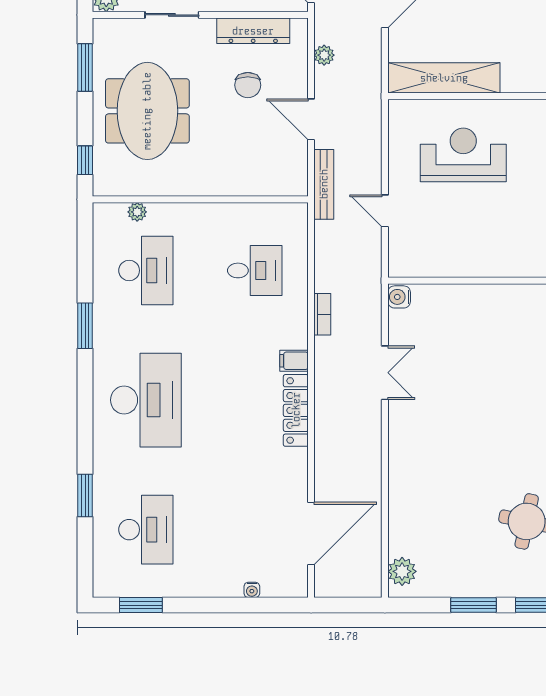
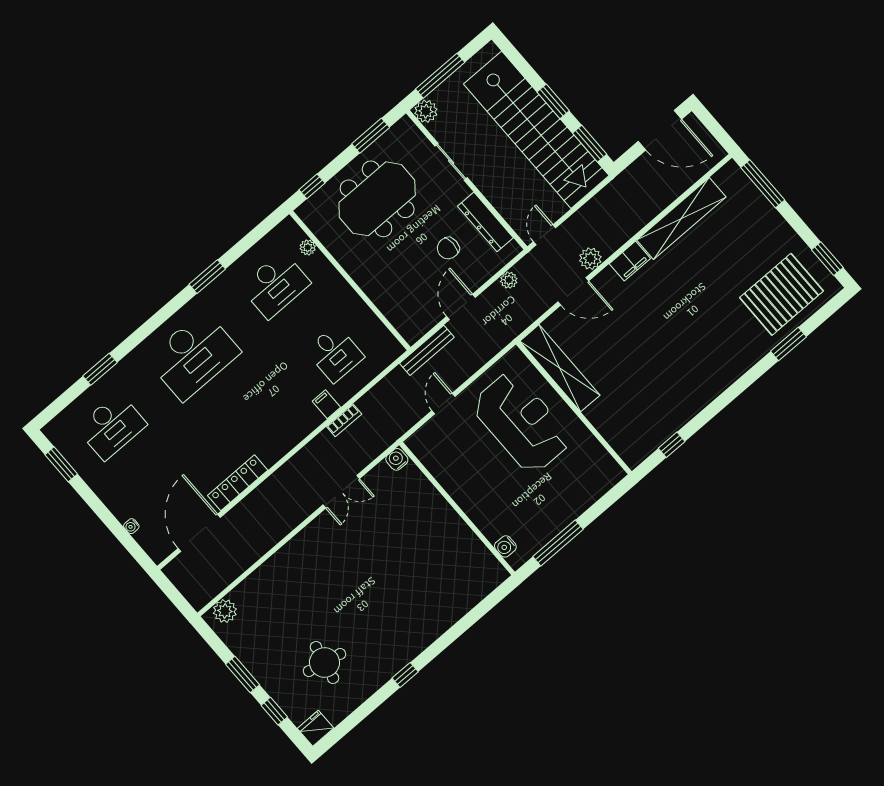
reception desk: (463, 155) -> (522, 422), width x1.36, depth x1.30
filing cabinet: (294, 361) -> (326, 404), moved
locker: (296, 410) -> (238, 483), moved
door: (311, 533) -> (199, 533), swing flipped

